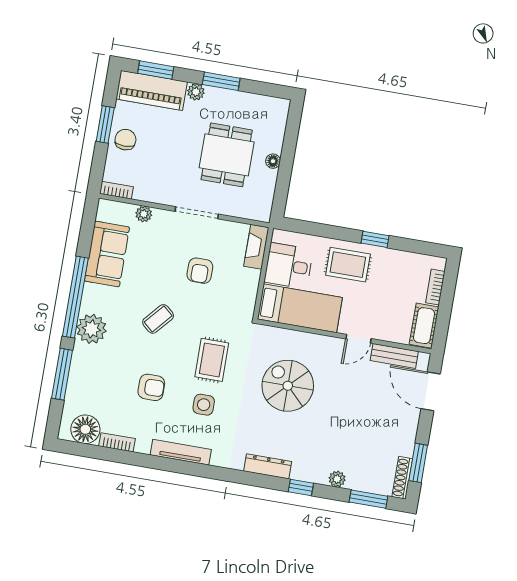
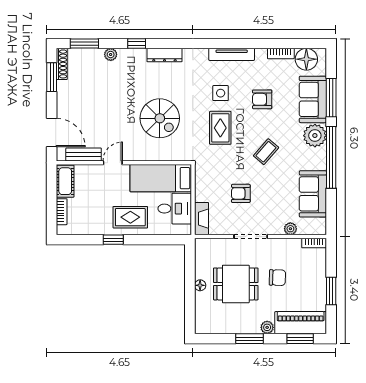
chair: (125, 140) -> (277, 278), moved, turned -88
dining table: (227, 155) -> (236, 284), turned 90
armchair: (200, 271) -> (241, 193), turned -90
sofa: (86, 376) -> (313, 99), added

